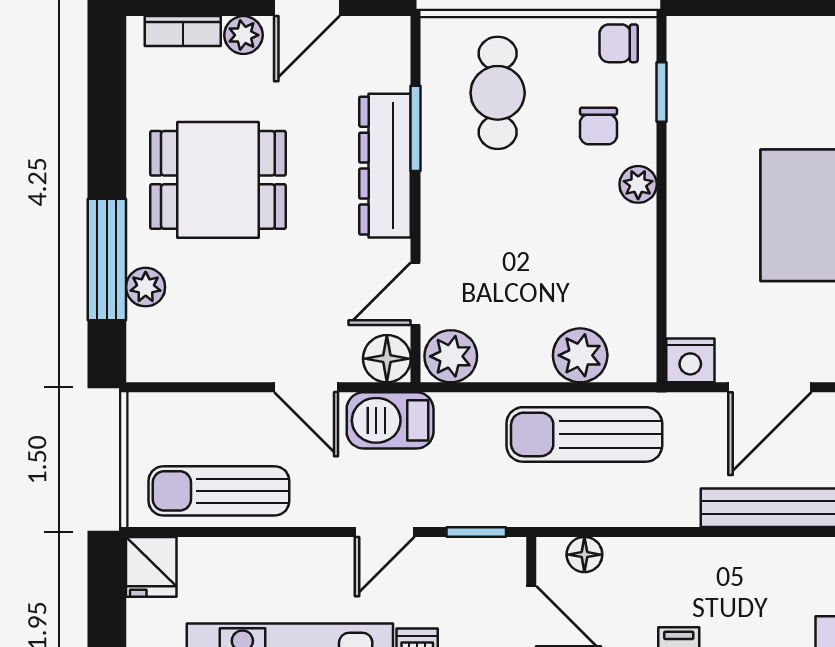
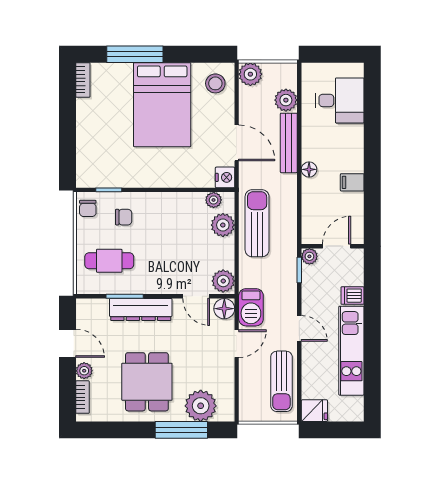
plant: (638, 184) -> (214, 200), moved
plant: (146, 287) -> (201, 406), width x1.88, depth x1.88
sun lounger: (584, 434) -> (257, 223), turned 180
door: (385, 532) -> (299, 328), moved
plant: (508, 555) -> (309, 256), added
floor lamp: (584, 555) -> (309, 169), moved

